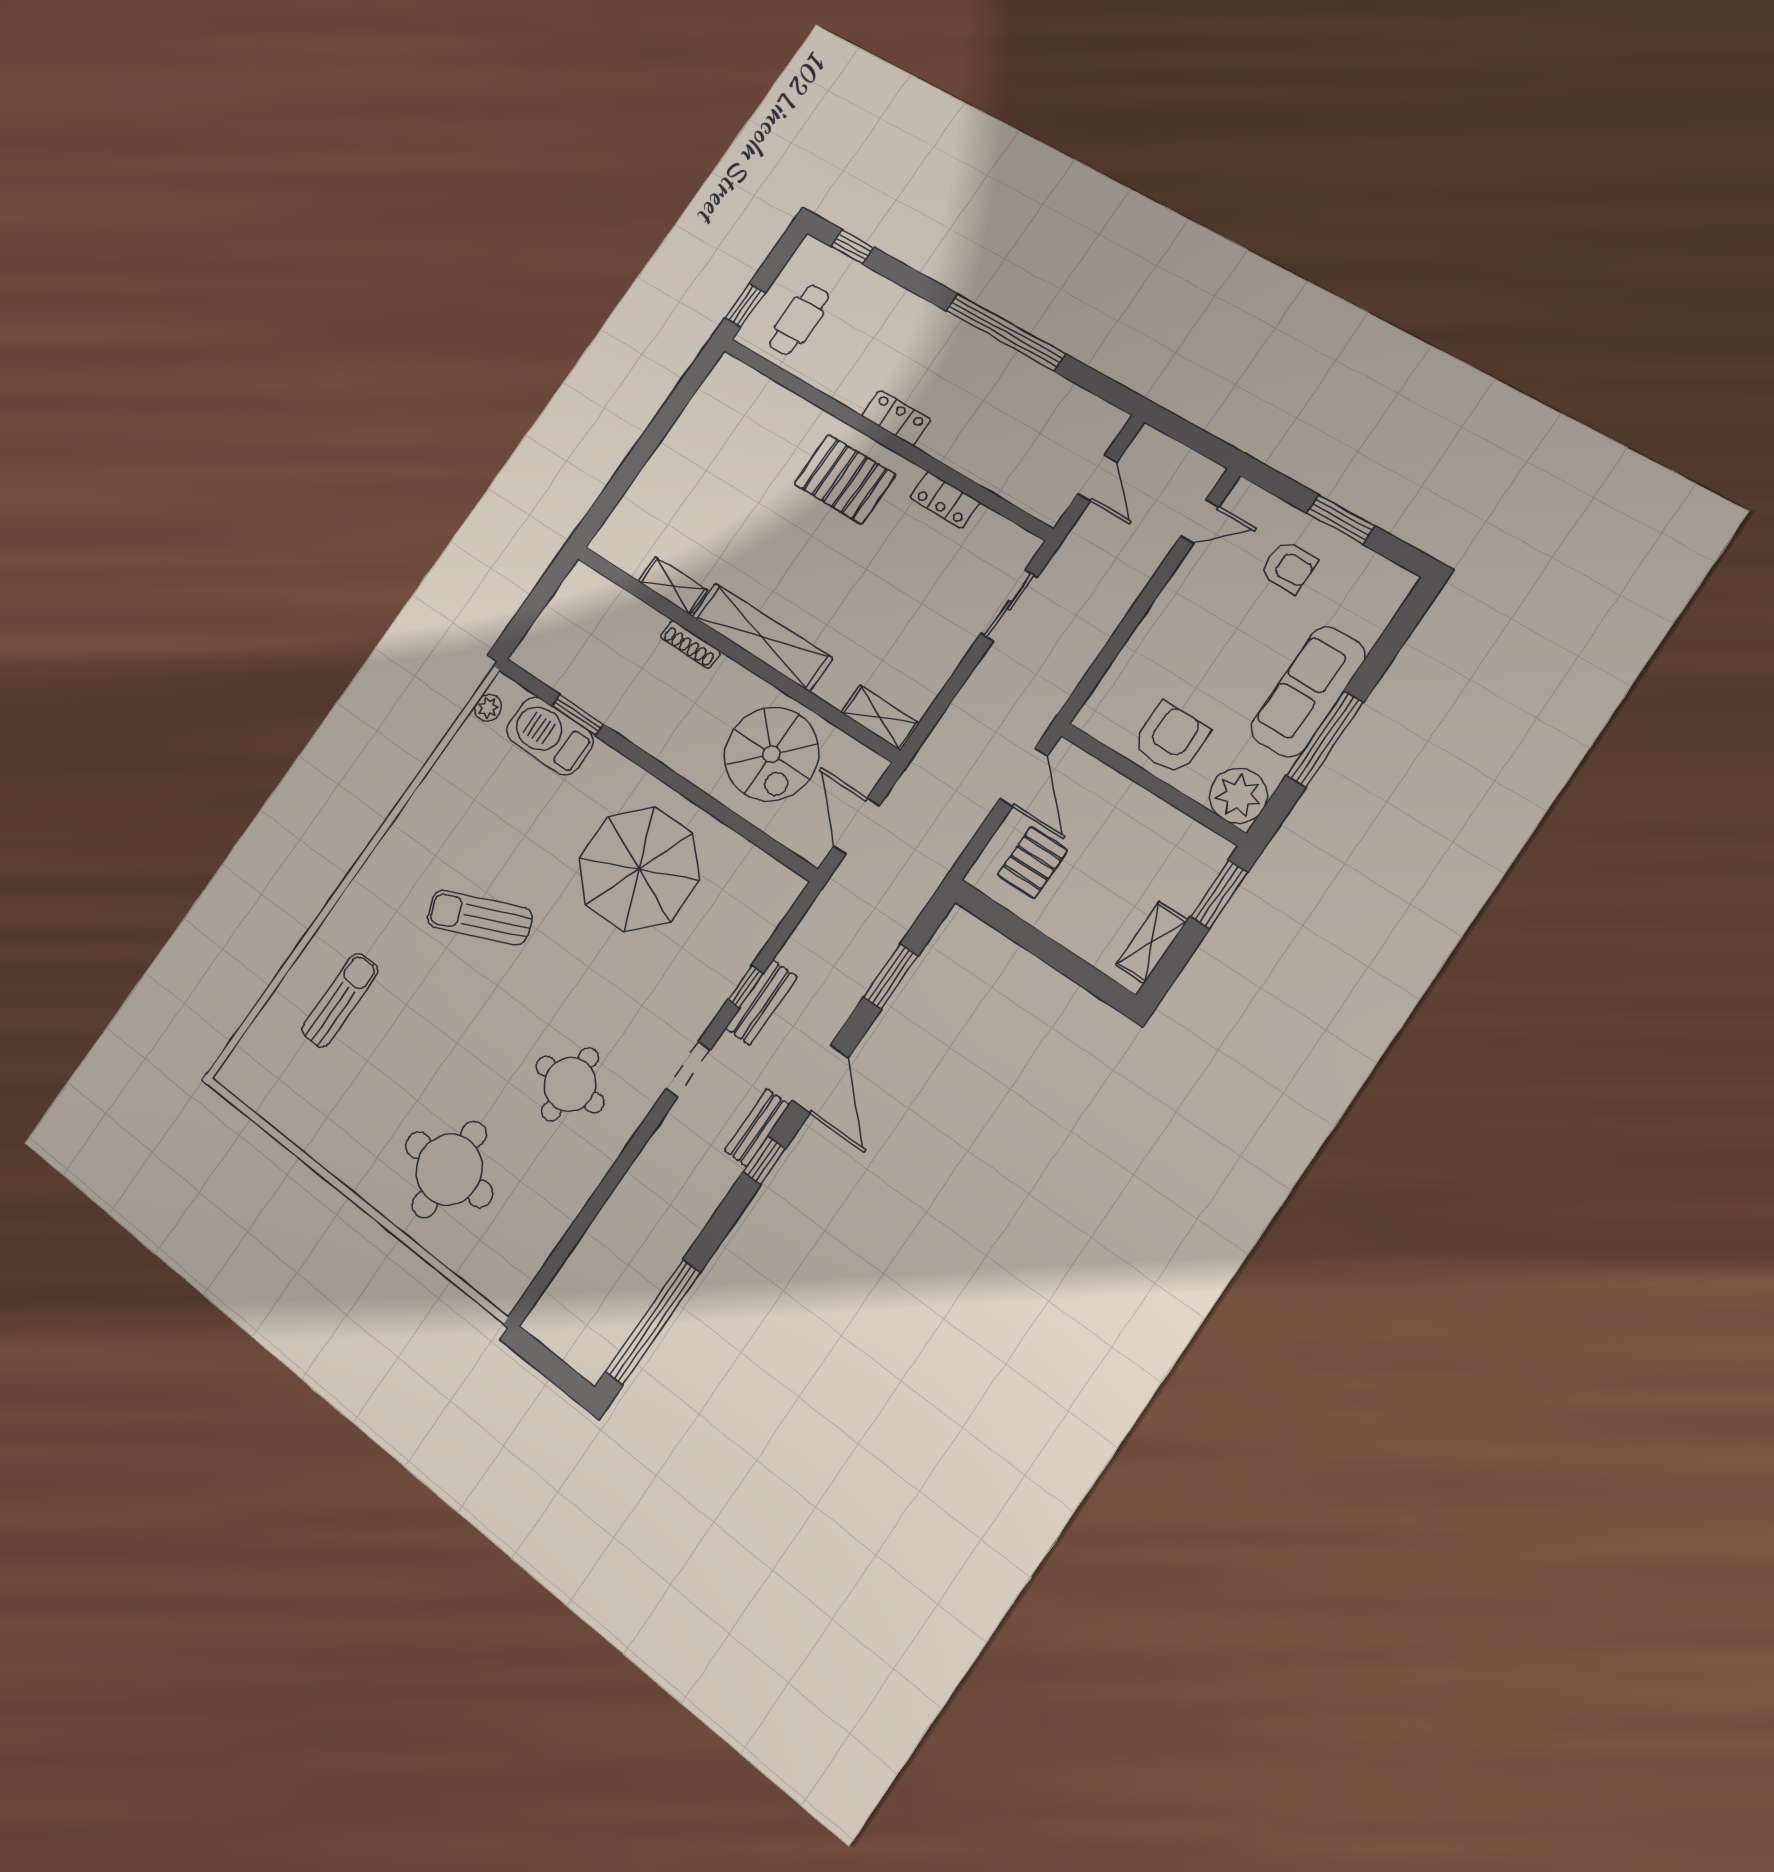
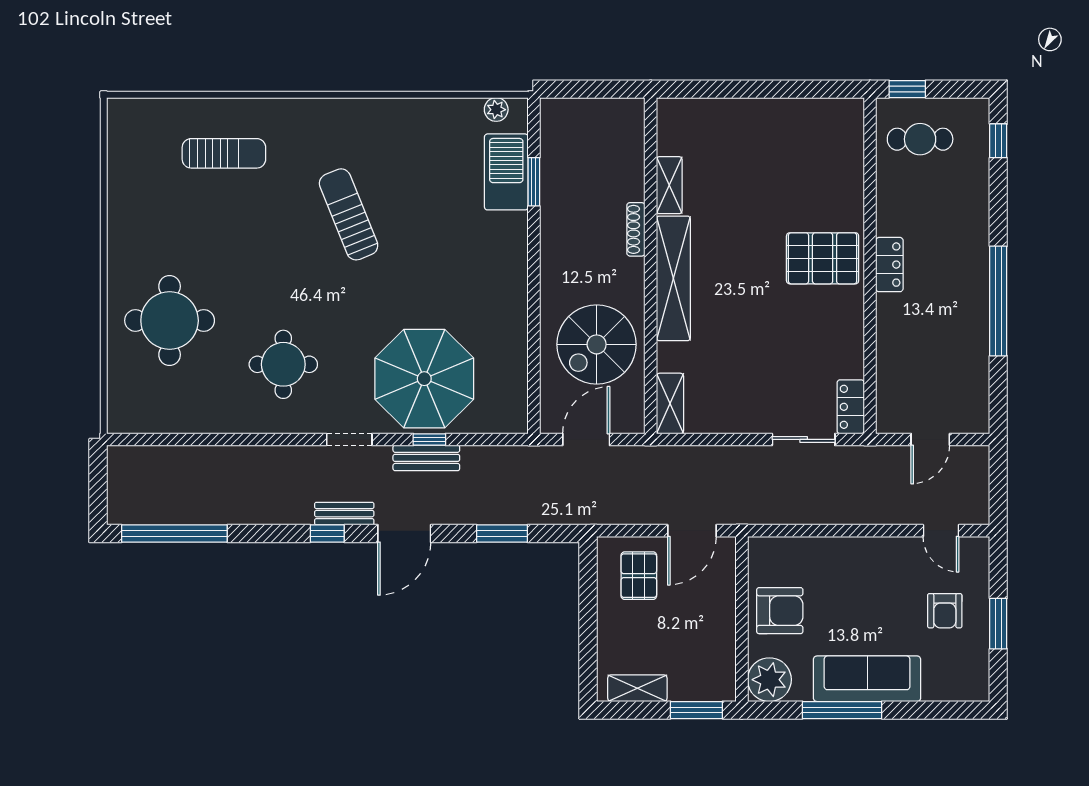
pallet: (845, 479) -> (823, 258), turned 90
locker: (945, 500) -> (851, 407), moved
pallet: (1033, 863) -> (639, 576), turned 90
parasol: (639, 869) -> (424, 379), moved

